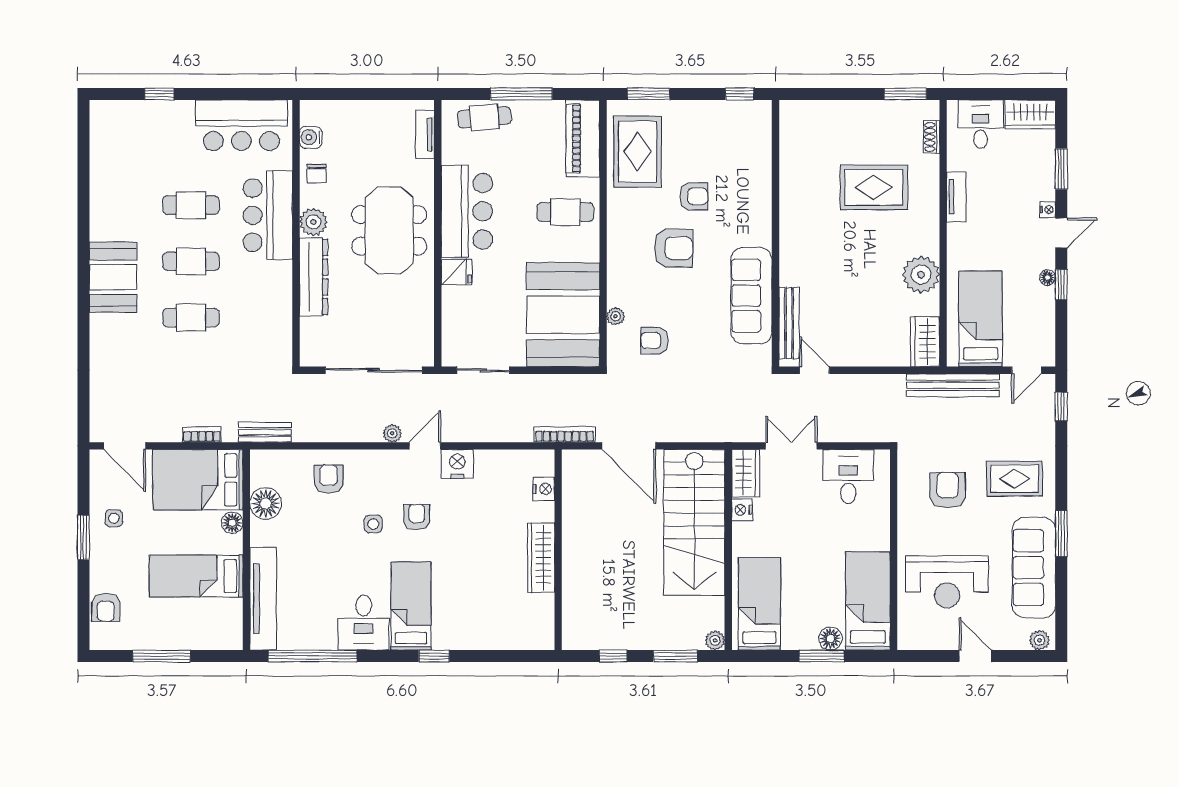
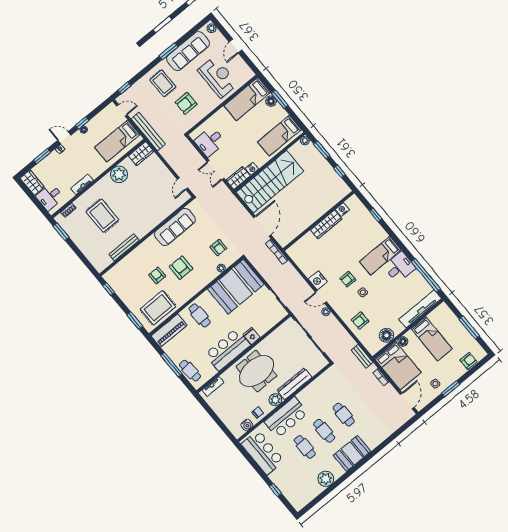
plant: (107, 196) -> (326, 479), added
bench: (789, 323) -> (124, 247), moved
nightstand: (544, 489) -> (342, 210), moved
window: (434, 656) -> (376, 215), moved

